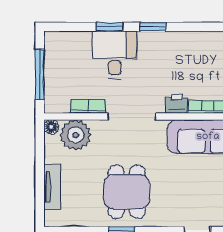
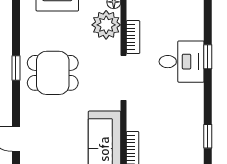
window: (153, 27) -> (208, 136), moved
printer: (177, 104) -> (136, 120), removed

